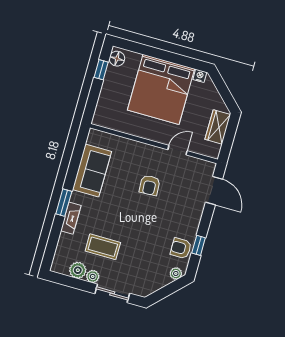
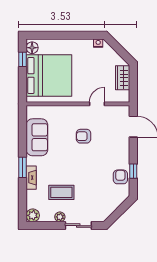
bed: (161, 89) -> (49, 76), moved, turned -90
armchair: (150, 185) -> (84, 136), turned 93
armchair: (181, 248) -> (120, 177), turned 90
plant: (78, 270) -> (33, 215), moved
plant: (176, 273) -> (122, 197), removed

